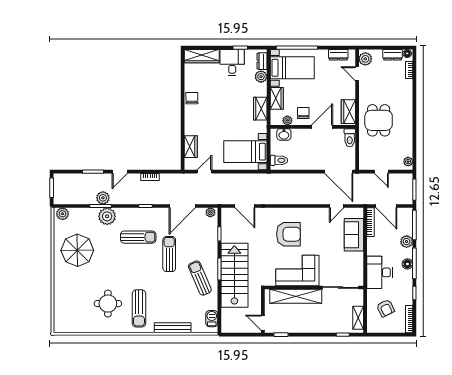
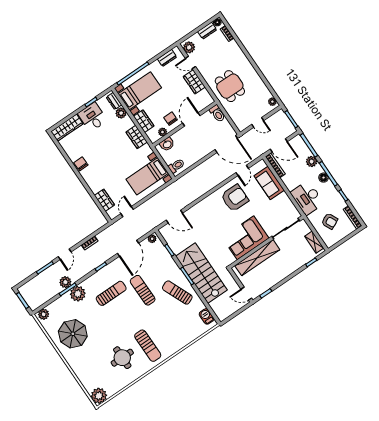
wardrobe: (348, 112) -> (194, 82), moved
armchair: (288, 234) -> (235, 198), moved
plant: (62, 324) -> (99, 396), added
bench: (173, 328) -> (182, 343), removed

